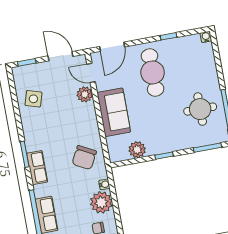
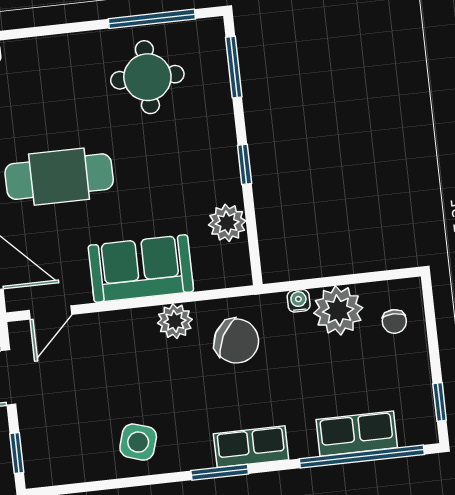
plant: (85, 94) -> (175, 321), moved
side table: (33, 99) -> (138, 442), moved

